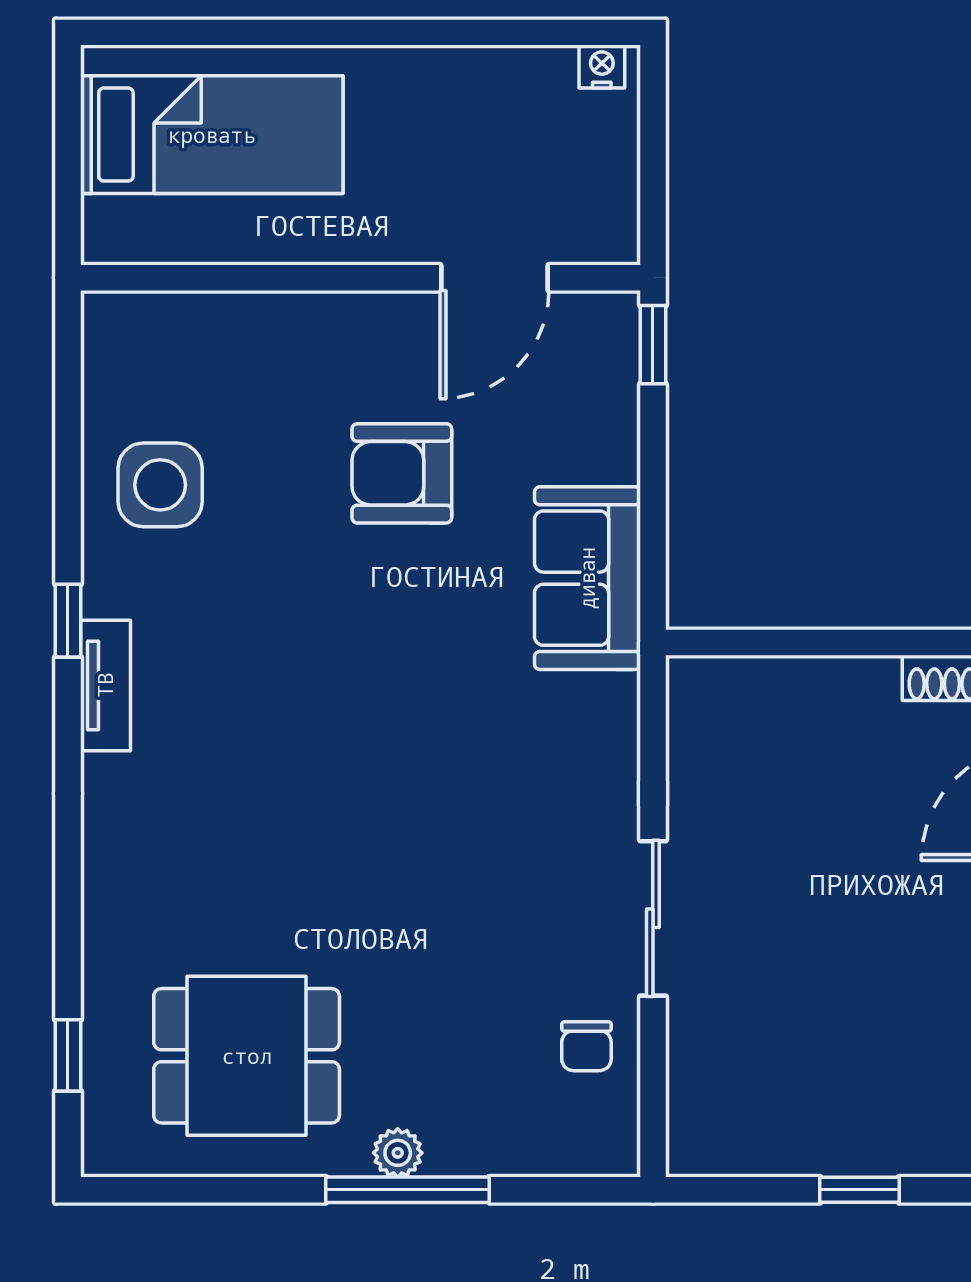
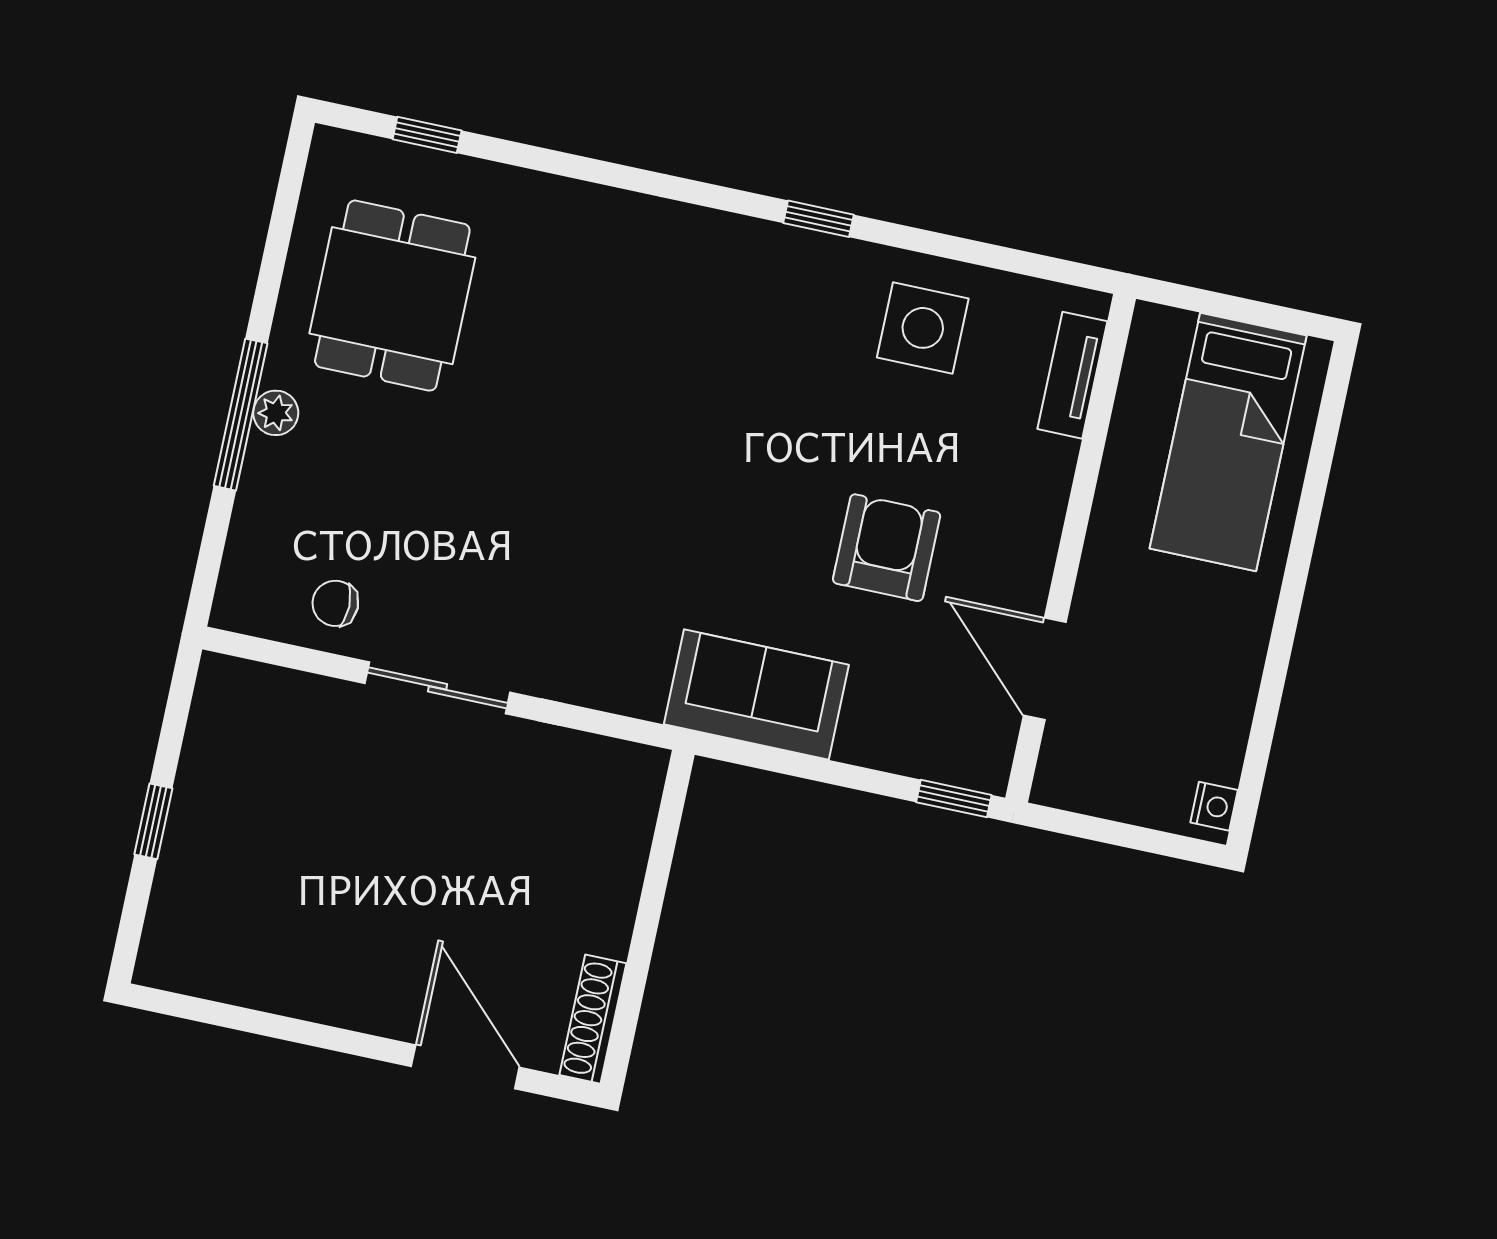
tv unit: (105, 685) -> (1072, 375), moved, turned 90

